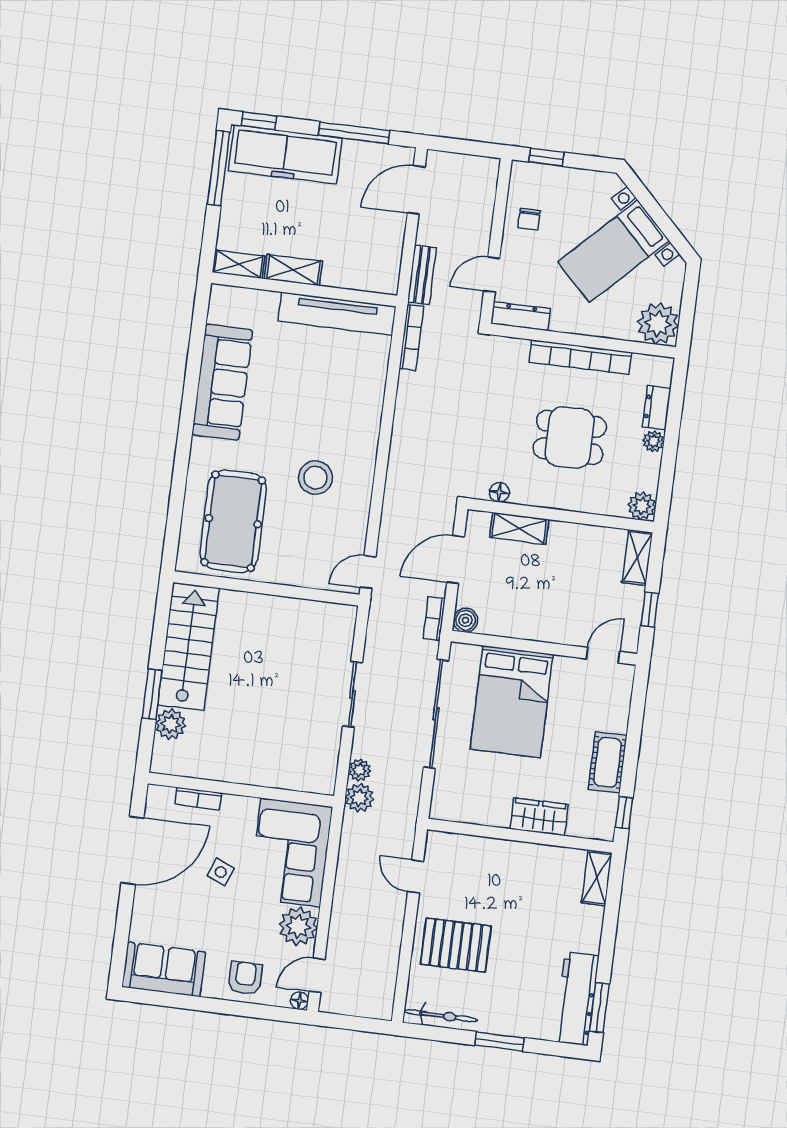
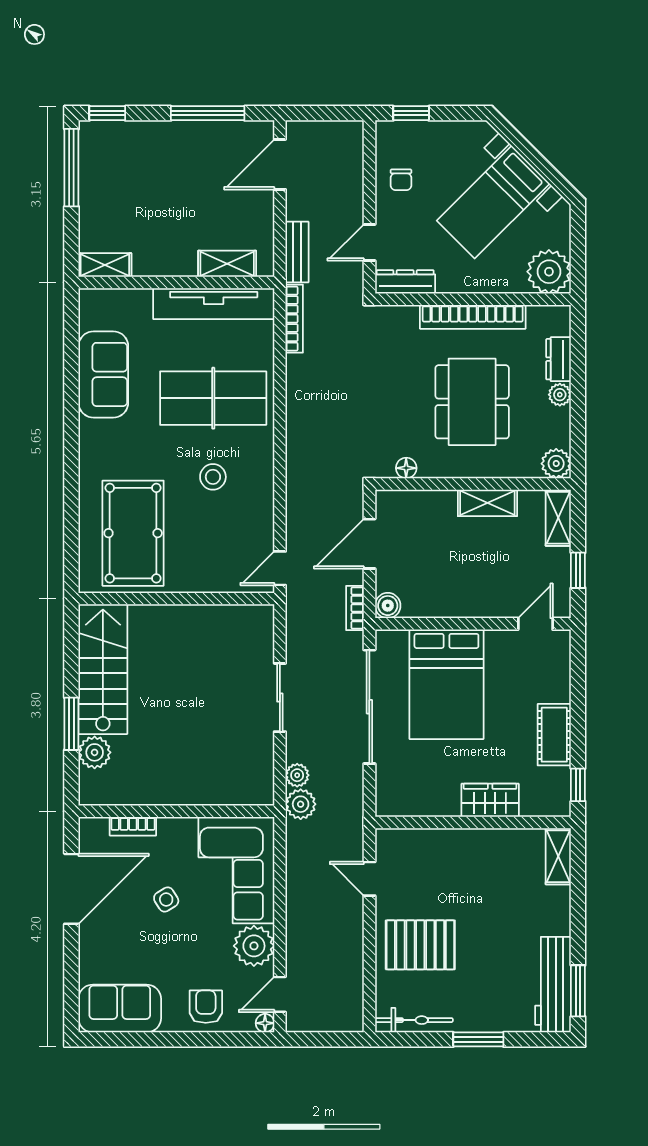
freezer: (285, 154) -> (139, 145), removed
shelving: (293, 270) -> (227, 264), moved
sofa: (222, 382) -> (103, 374), width x0.73
table tennis table: (325, 403) -> (213, 398), added
dining table: (570, 438) -> (472, 402), width x1.38
stool: (315, 478) -> (213, 477), width x0.73, depth x0.73
shelving: (519, 528) -> (487, 503), moved
side table: (221, 872) -> (166, 899), turned 36

